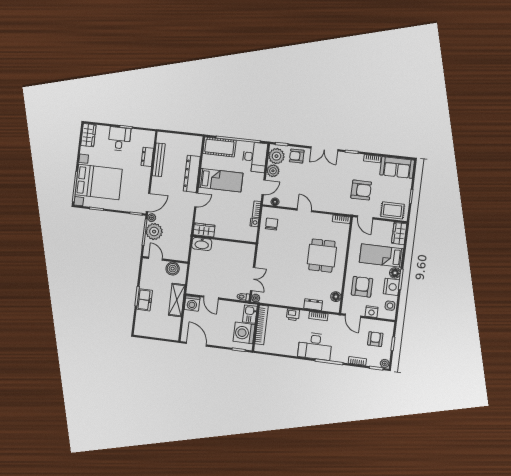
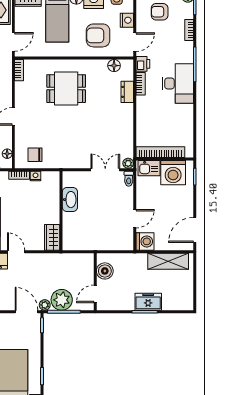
washbasin: (202, 244) -> (70, 200), moved
shelving: (177, 300) -> (168, 261), moved
printer: (293, 315) -> (143, 64), moved

